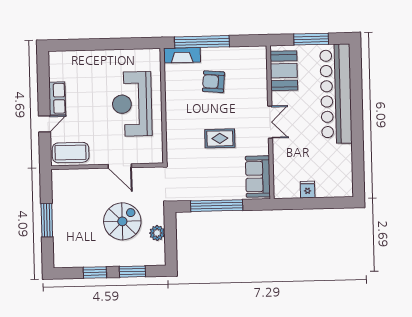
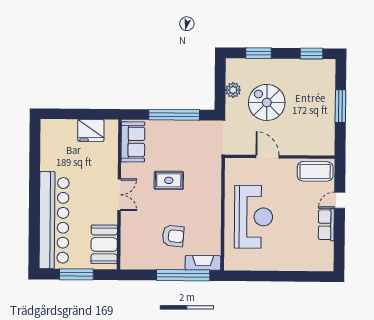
double door: (270, 122) -> (119, 195), swing flipped
fridge: (308, 189) -> (91, 130), width x1.88, depth x1.34
spiral stairs: (122, 221) -> (267, 102), turned 90
window: (95, 273) -> (311, 54), moved

